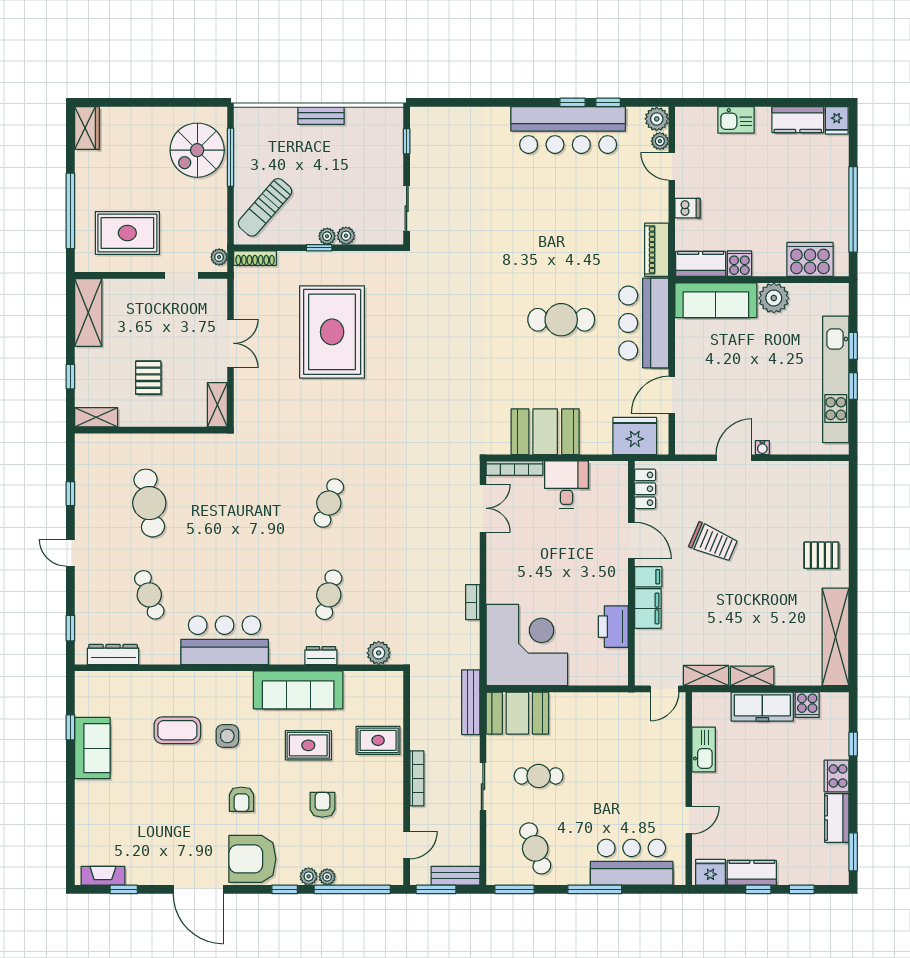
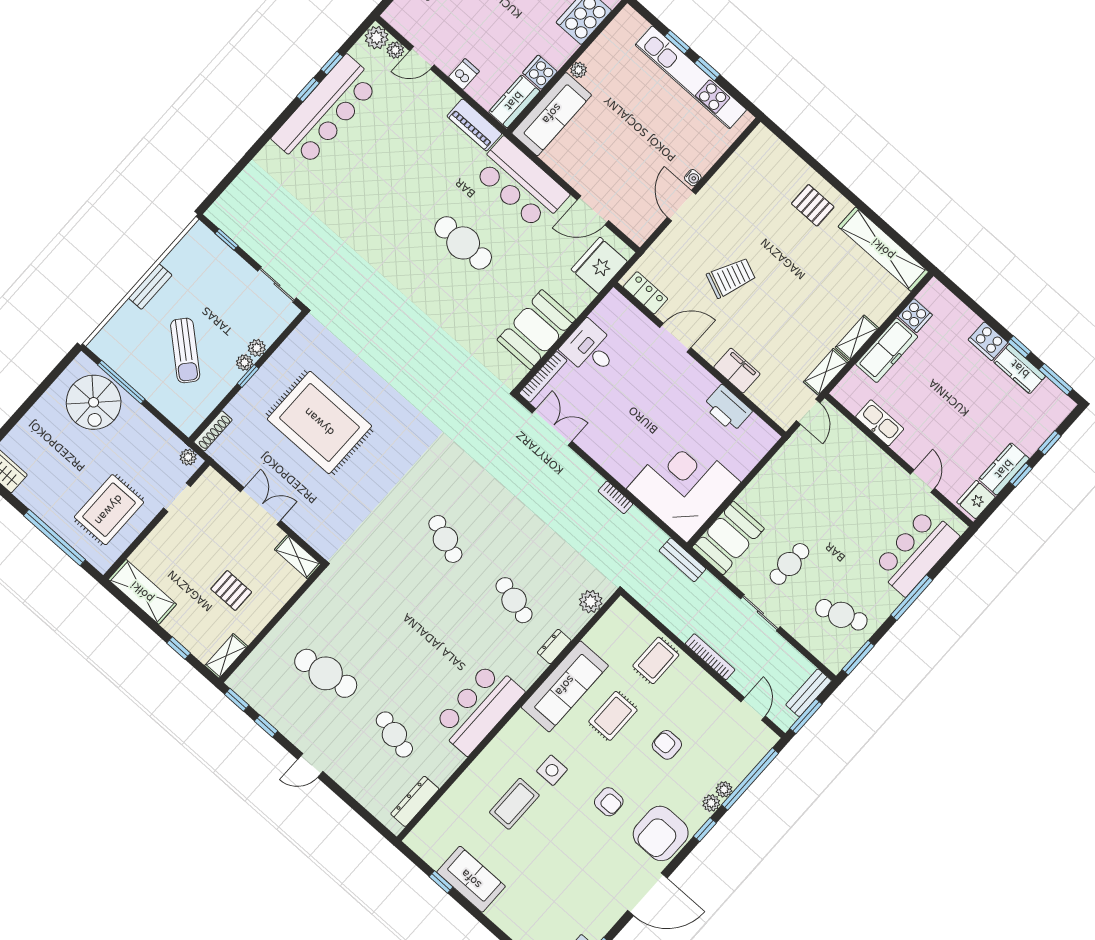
sun lounger: (265, 207) -> (185, 350), moved
plant: (774, 298) -> (579, 70), width x0.53, depth x0.53
cafe table: (561, 320) -> (463, 243), turned 90
door: (672, 395) -> (593, 210), hinge flipped
pallet: (821, 555) -> (813, 205), turned 90
filing cabinet: (648, 577) -> (713, 349), removed
cafe table: (149, 595) -> (394, 735), turned 36
window: (70, 628) -> (237, 700), moved
bench: (471, 702) -> (682, 560), width x0.73
window: (853, 744) -> (1019, 347), moved

